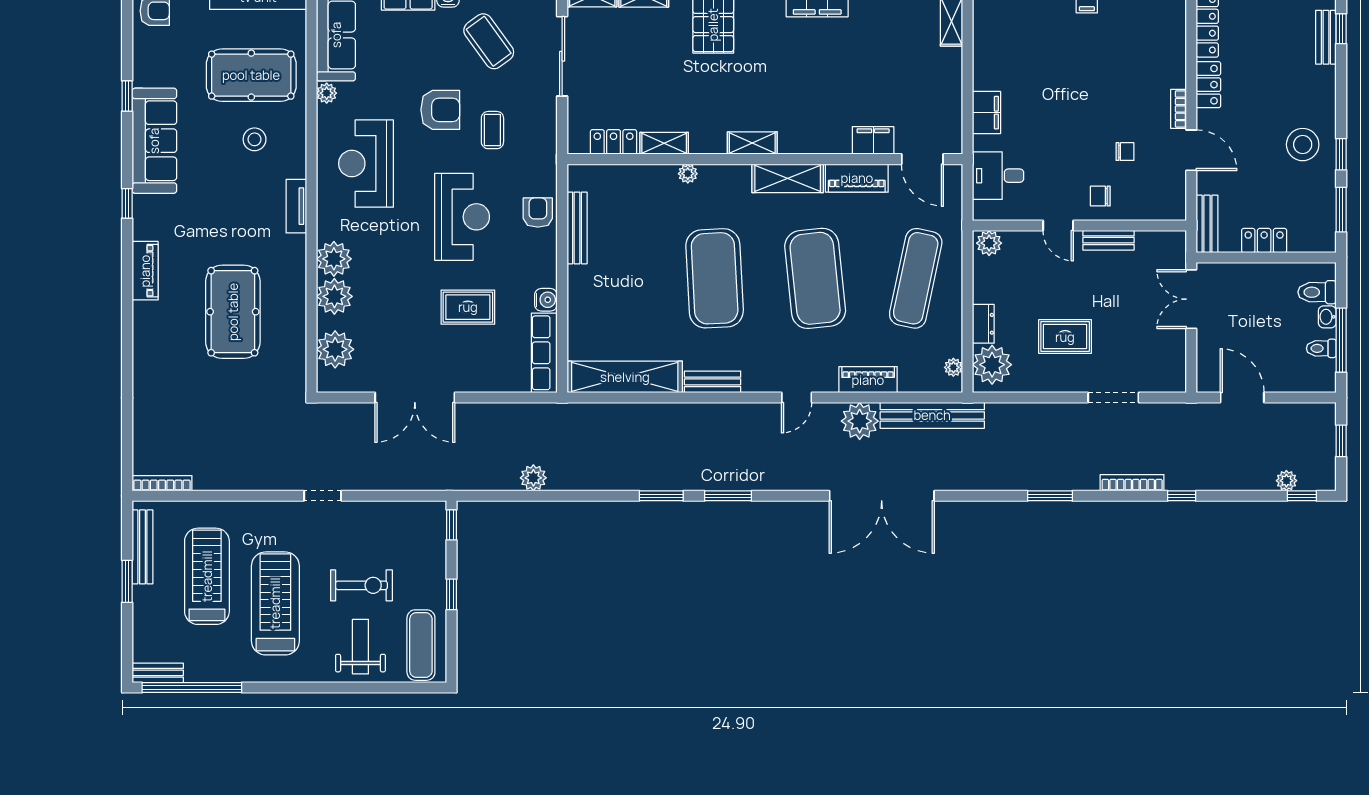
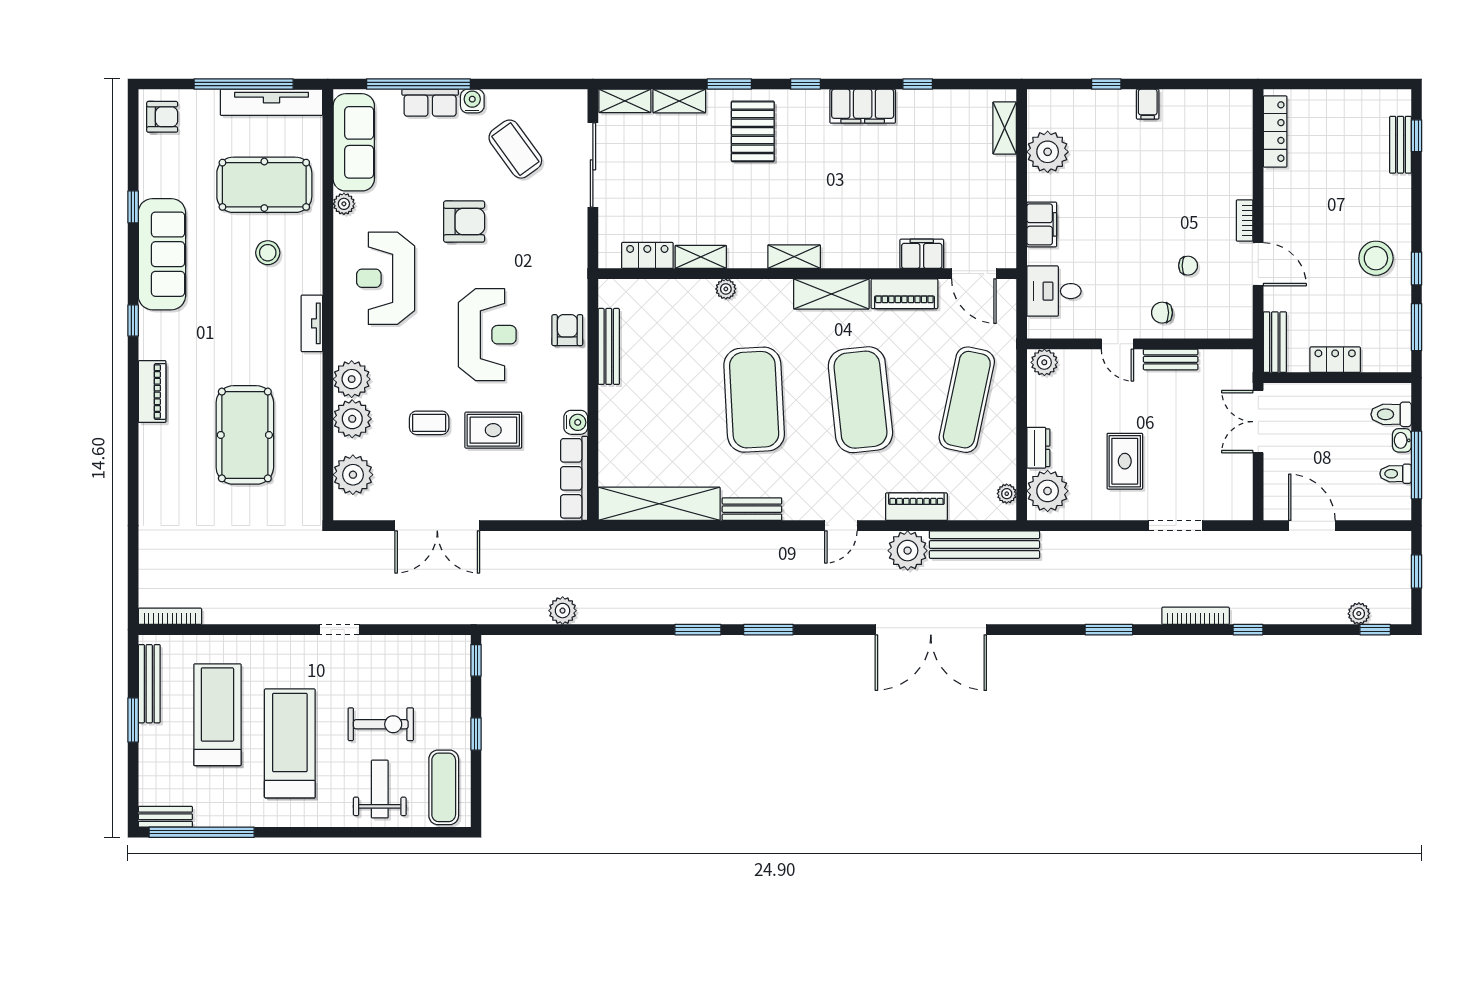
plant: (992, 44) -> (1048, 152), added
locker: (1208, 85) -> (1276, 195), removed
coffee table: (492, 130) -> (429, 423), moved, turned 90
rug: (1065, 337) -> (1125, 461), turned 90

